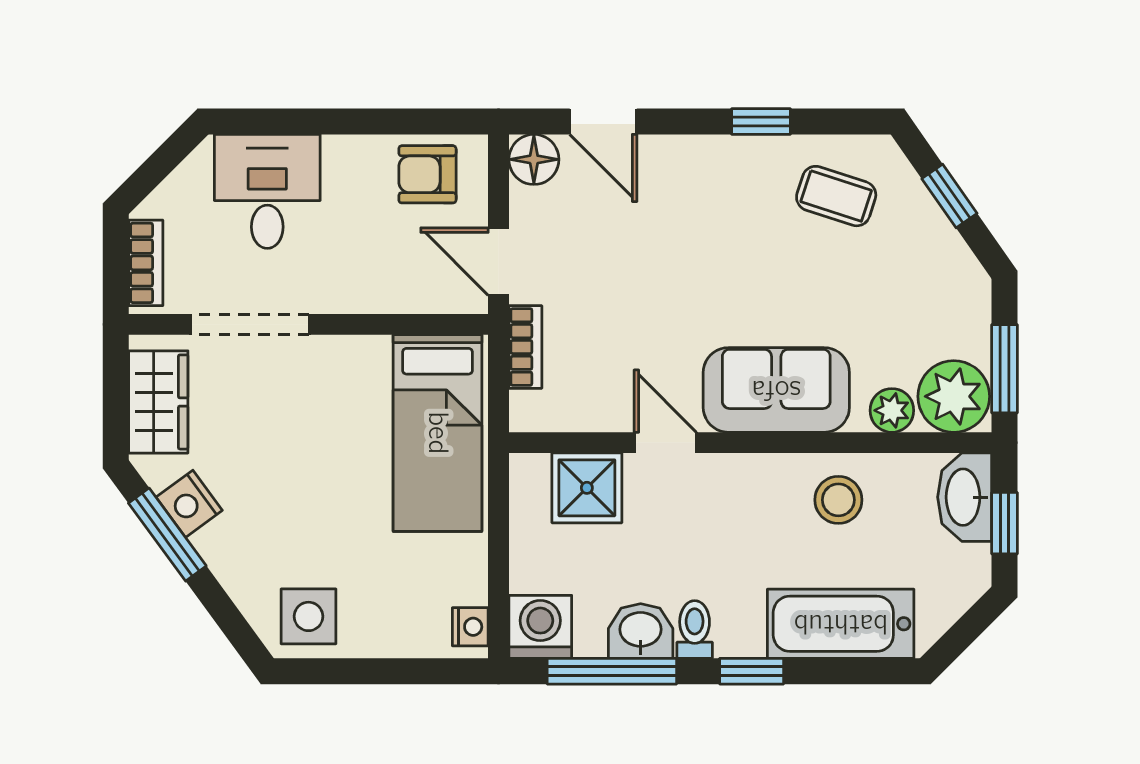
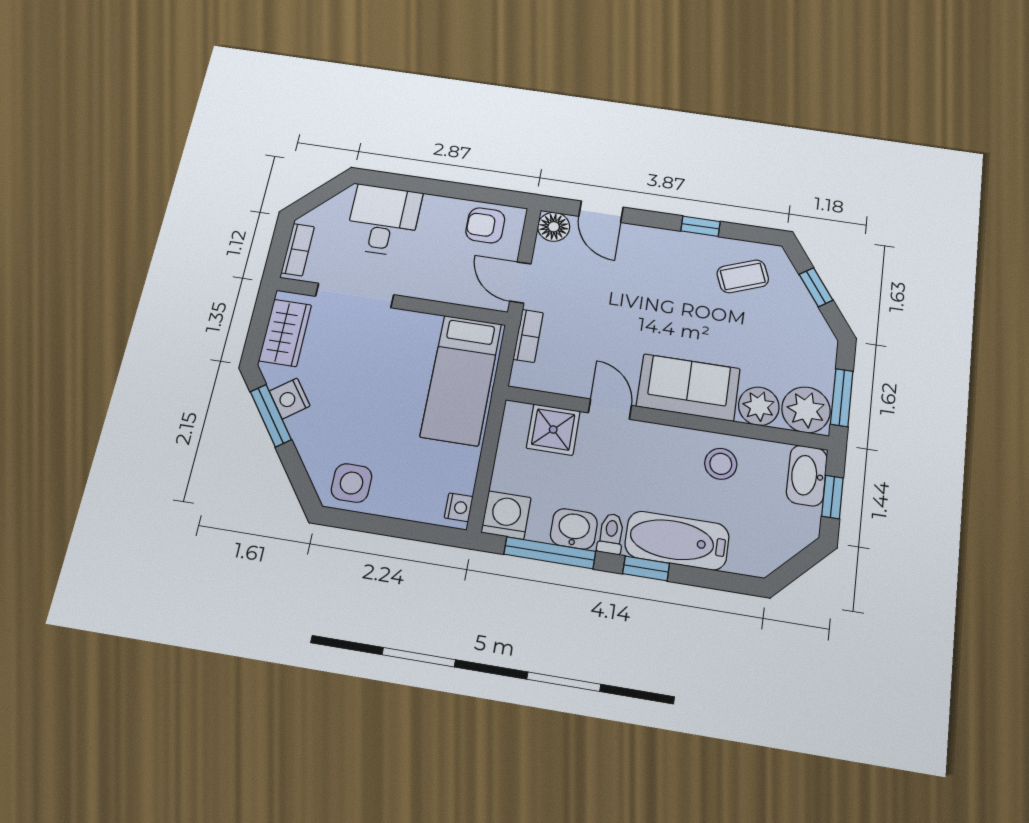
coffee table: (836, 196) -> (743, 276), turned -39
plant: (892, 410) -> (759, 406), width x1.38, depth x1.38
bathtub: (841, 624) -> (677, 541), moved

